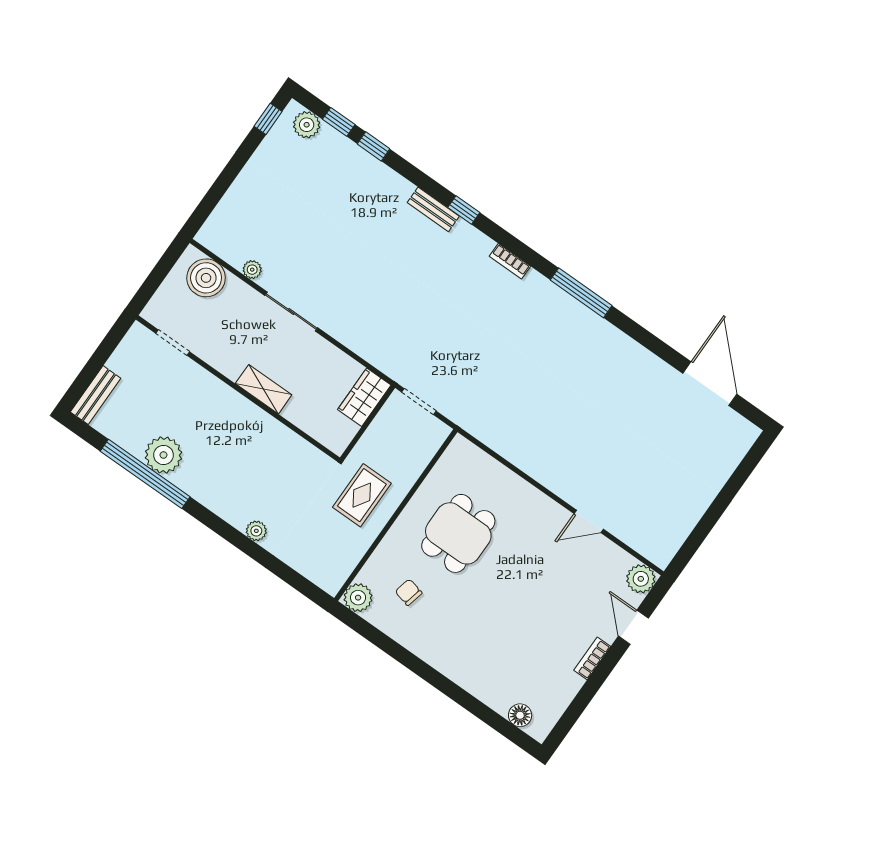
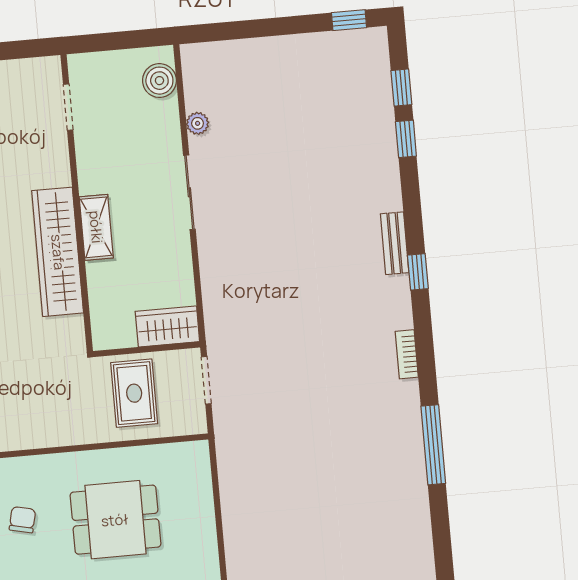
plant: (307, 125) -> (374, 60), removed
boiler: (206, 278) -> (159, 81), width x0.73, depth x0.73
wardrobe: (258, 427) -> (58, 252), added
rug: (362, 495) -> (134, 393), moved, turned 90

